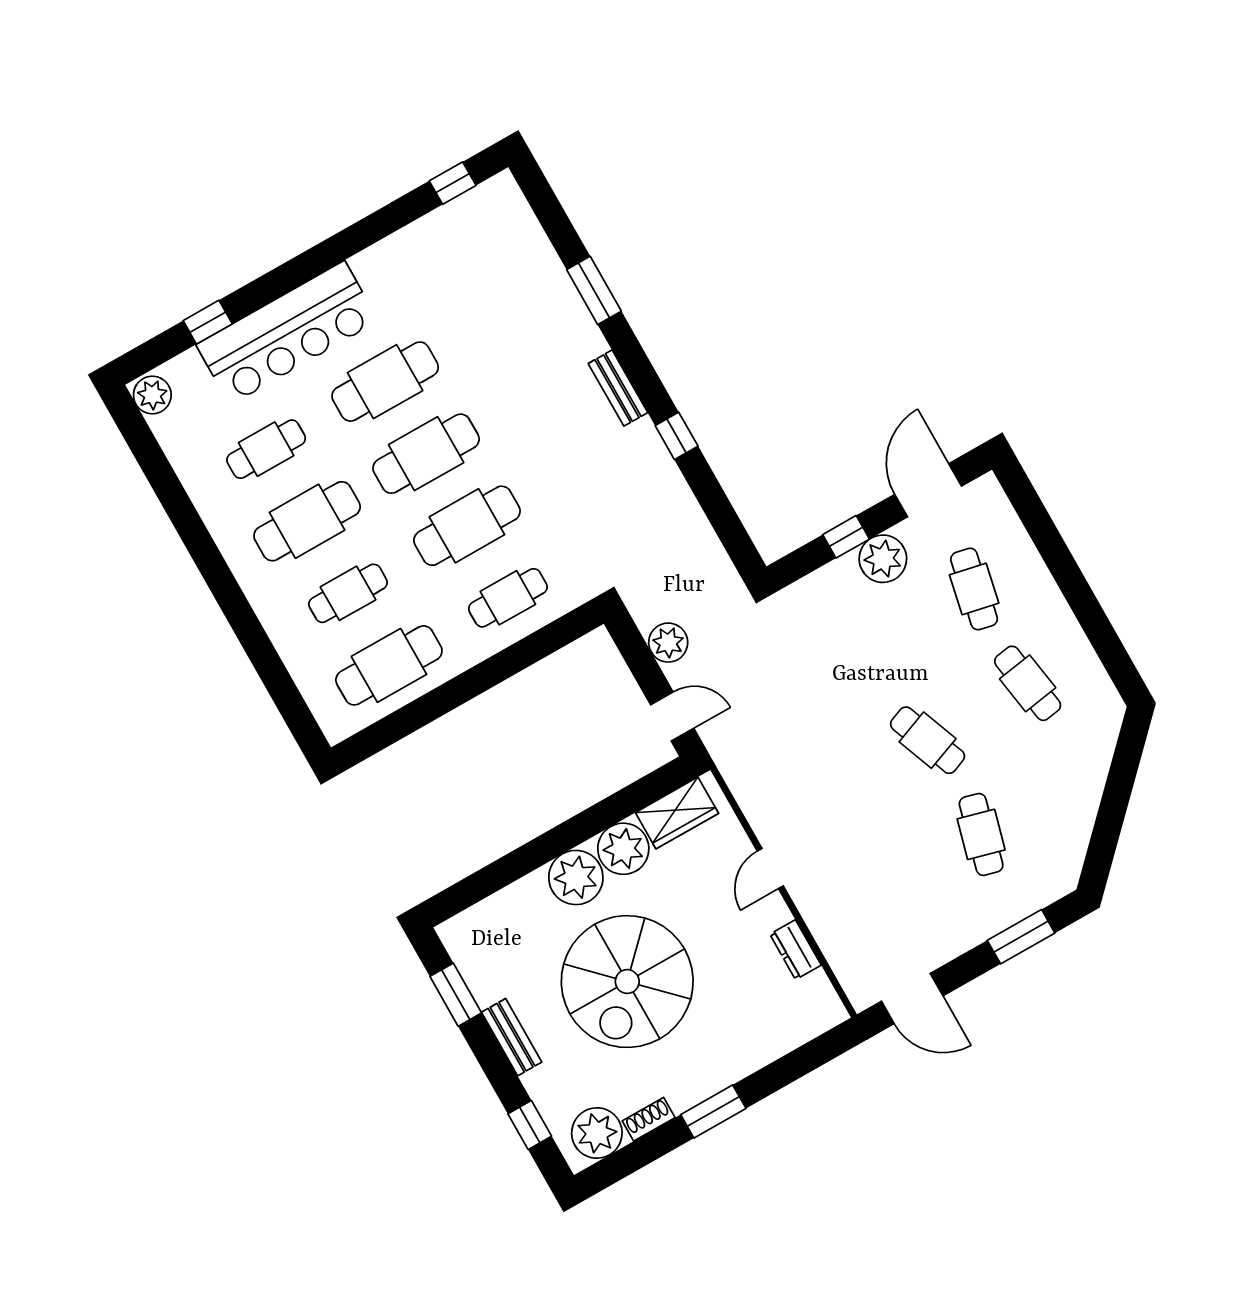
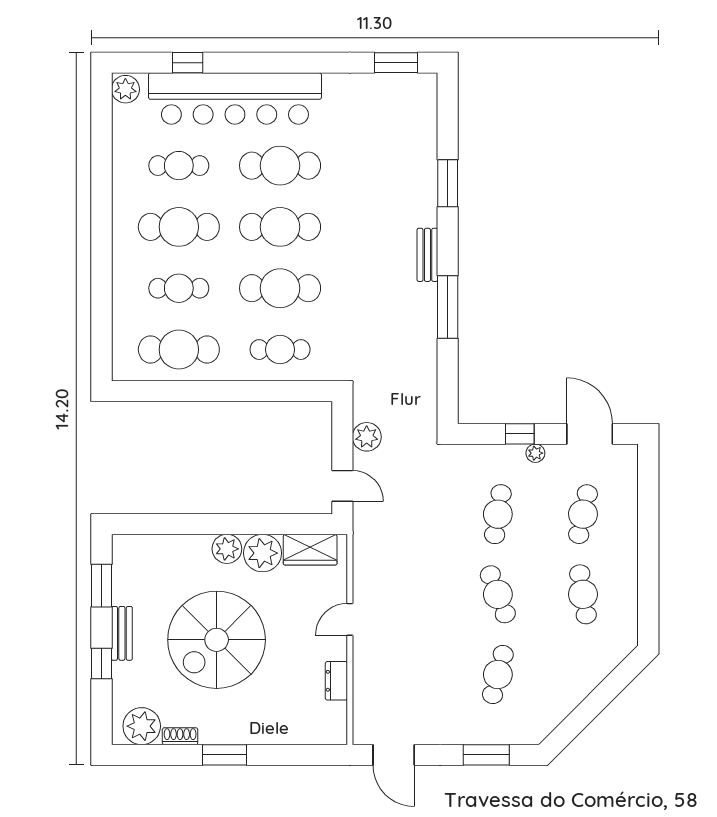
window: (453, 183) -> (396, 63), width x1.50
bar counter: (287, 333) -> (235, 98), width x1.36
window: (677, 436) -> (448, 307), width x2.17
door: (928, 490) -> (590, 434), hinge flipped
plant: (883, 559) -> (535, 453), width x0.53, depth x0.53
cafe table: (874, 646) -> (498, 514), added
plant: (576, 878) -> (227, 549), width x0.73, depth x0.73
window: (530, 1125) -> (102, 664), moved

